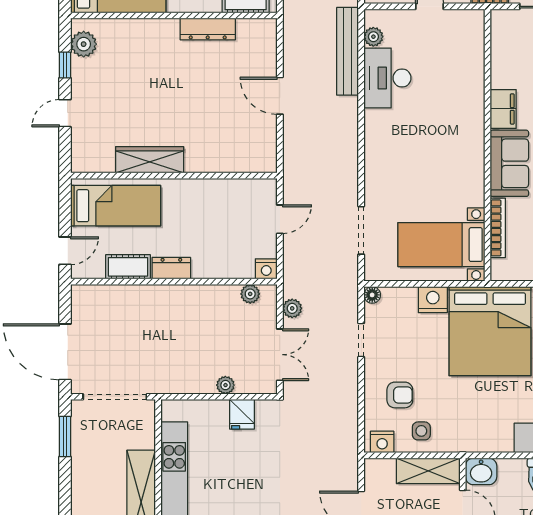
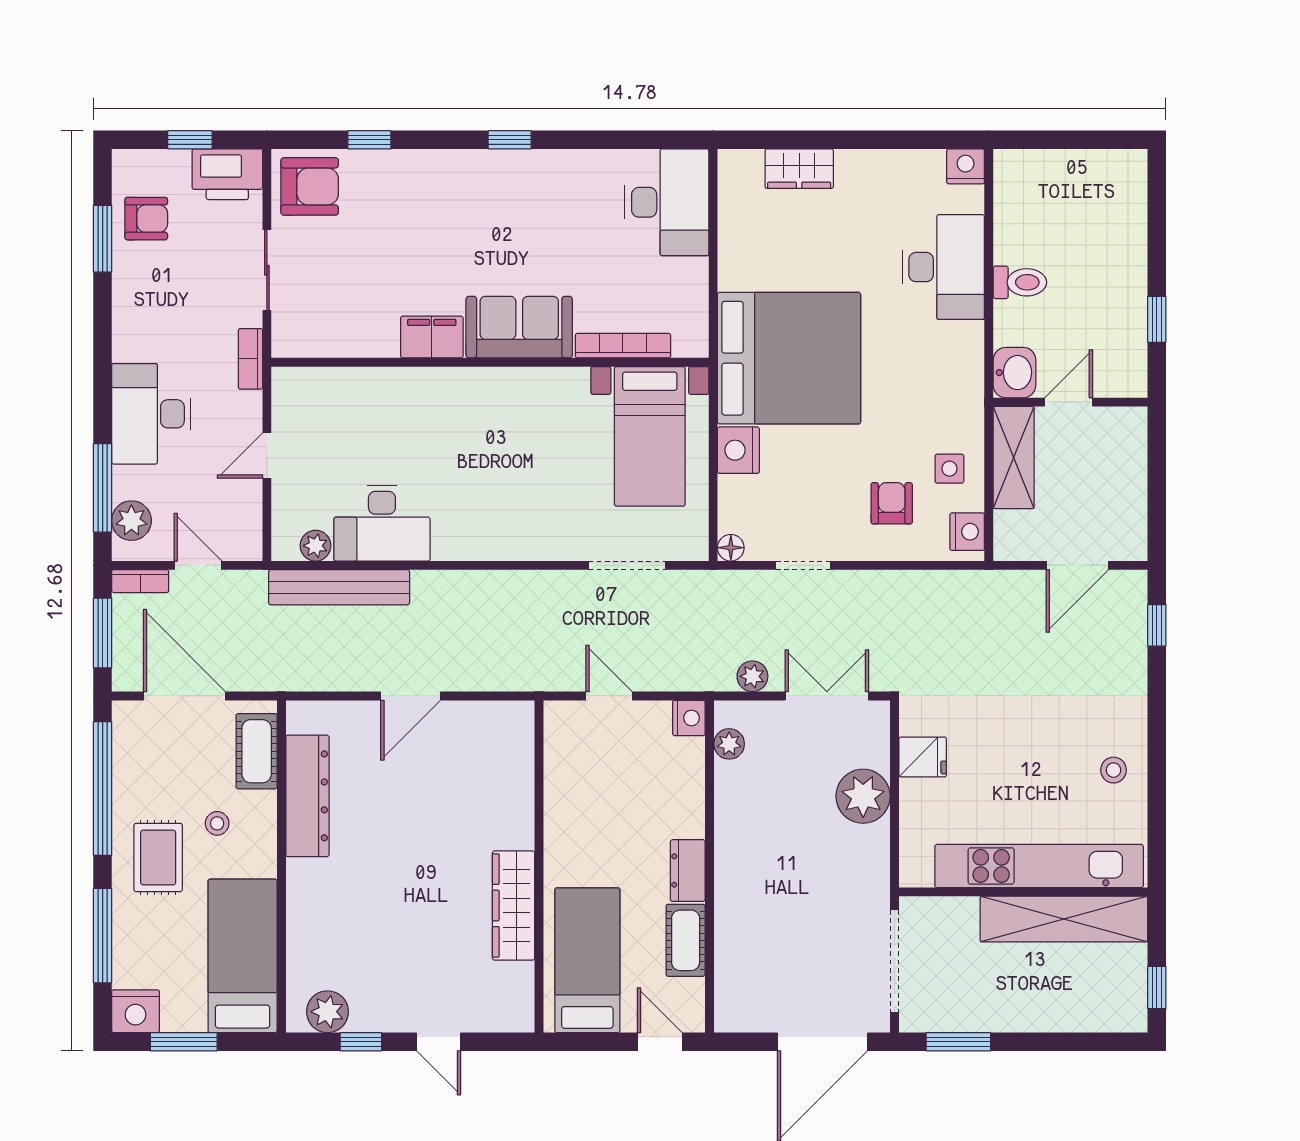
dresser: (208, 29) -> (307, 796), width x1.37, depth x1.24
plant: (225, 385) -> (863, 796), width x1.88, depth x1.88

